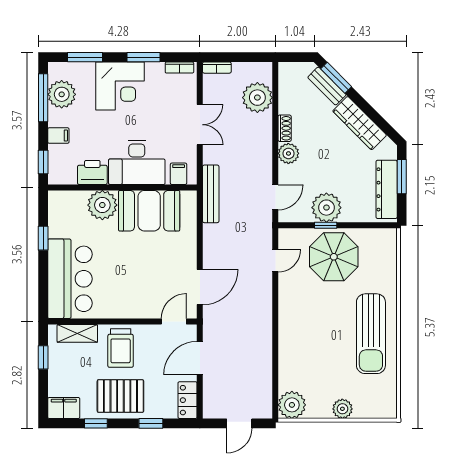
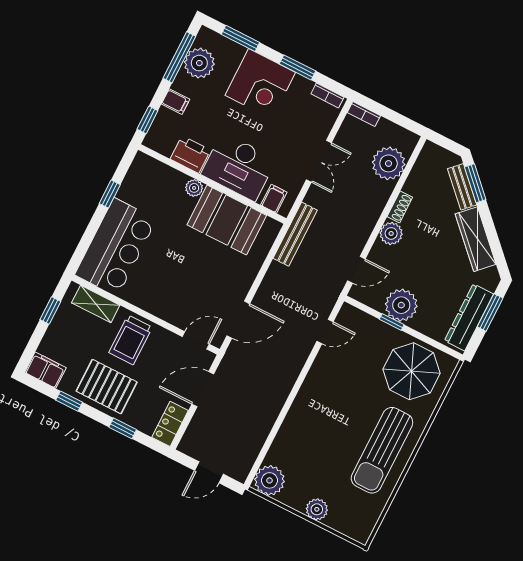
plant: (102, 205) -> (194, 188), width x0.53, depth x0.53
parasol: (334, 257) -> (412, 371), moved

